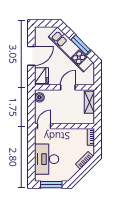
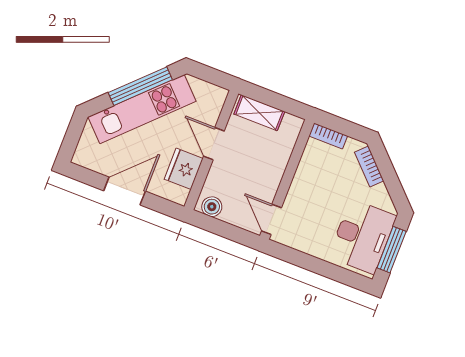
window: (81, 45) -> (140, 86), width x1.44
door: (31, 56) -> (125, 191), hinge flipped
fridge: (42, 76) -> (184, 169), moved, turned -90
desk: (47, 159) -> (362, 236), moved, turned -90

